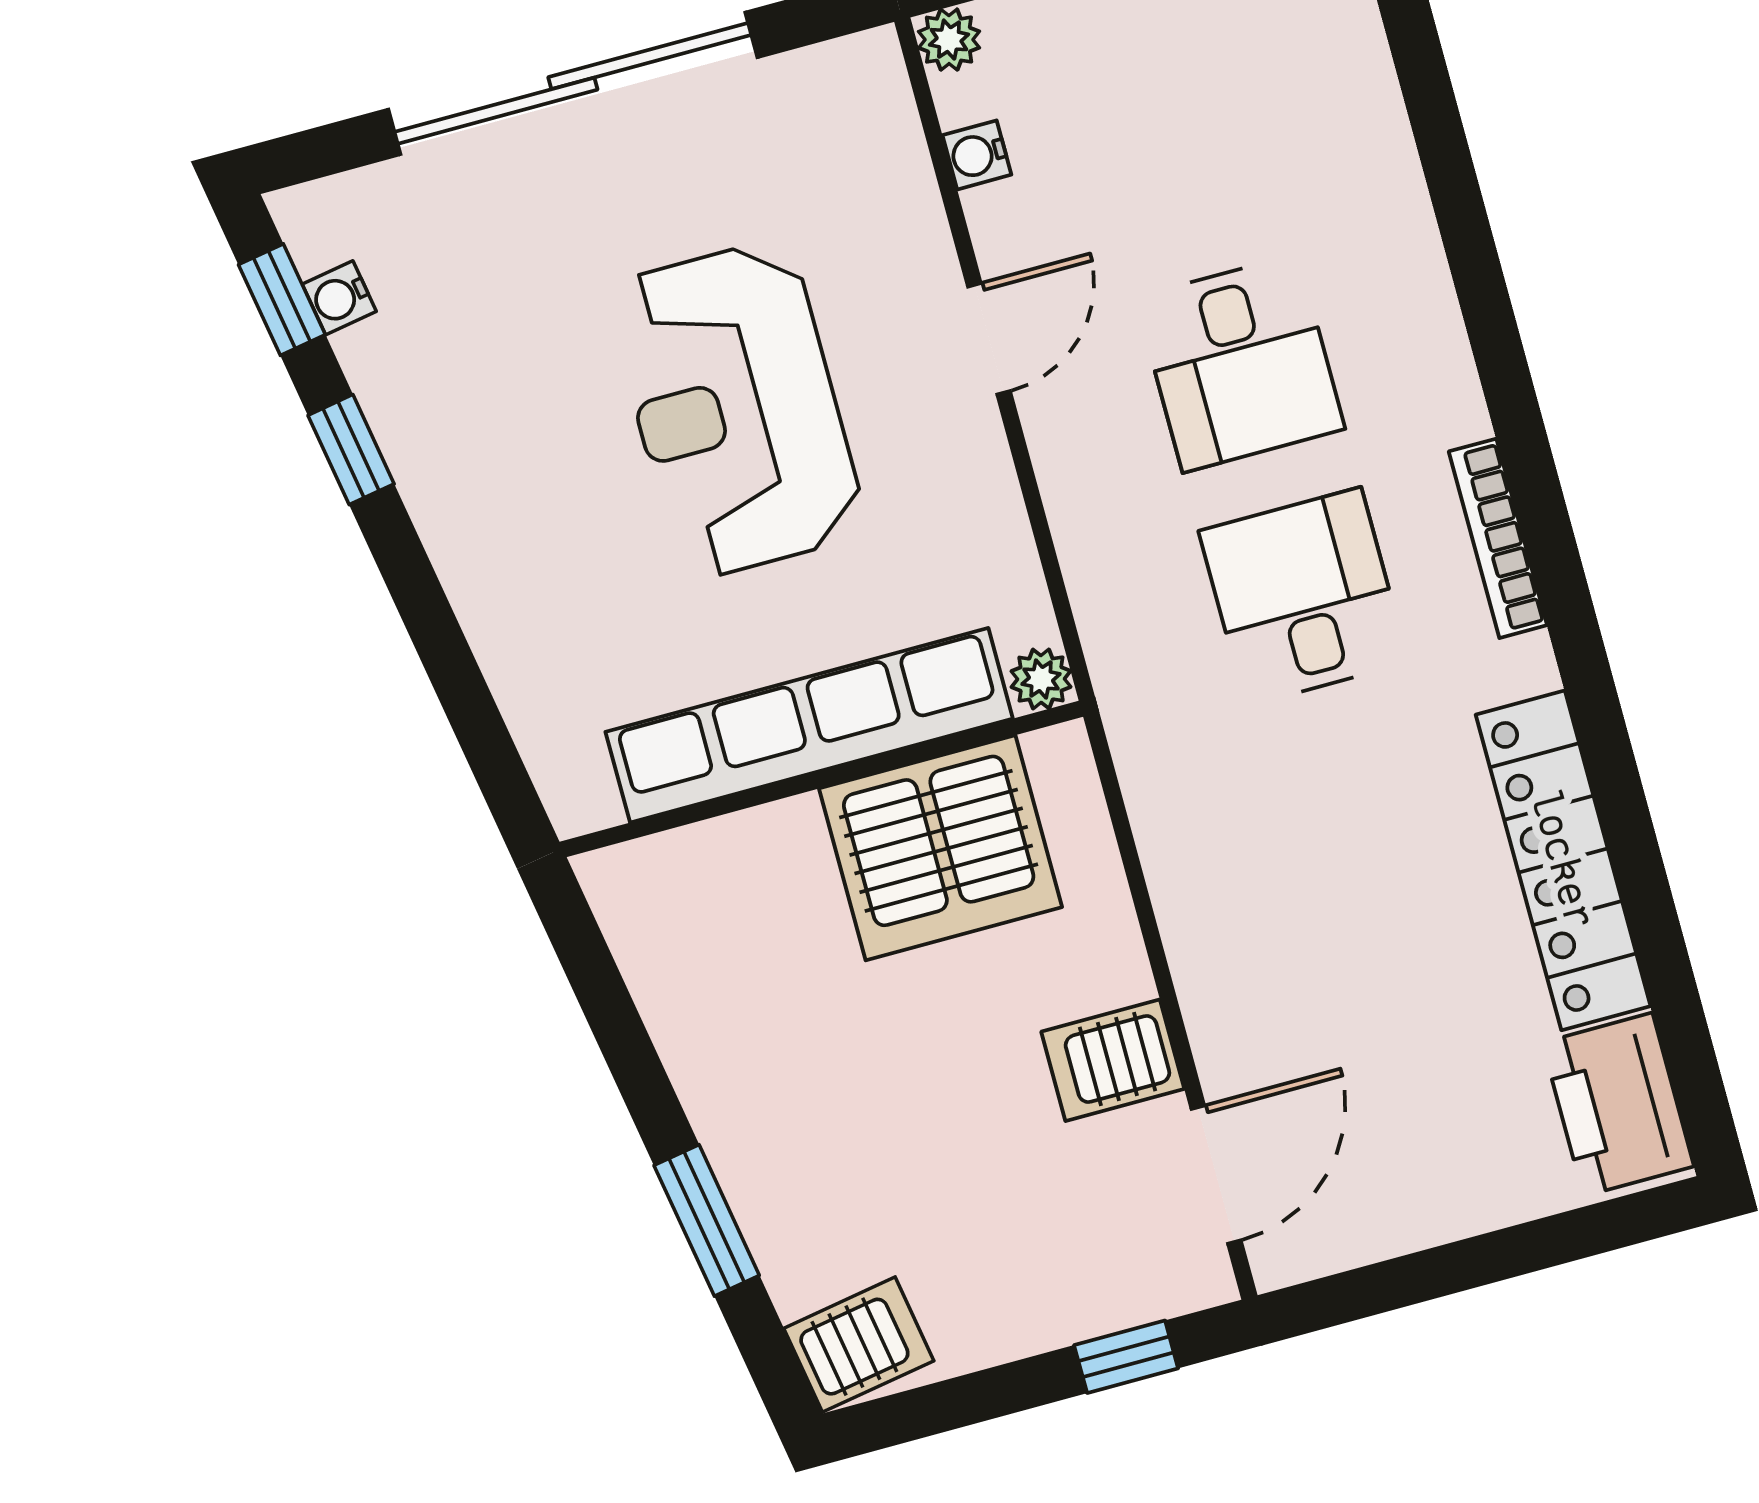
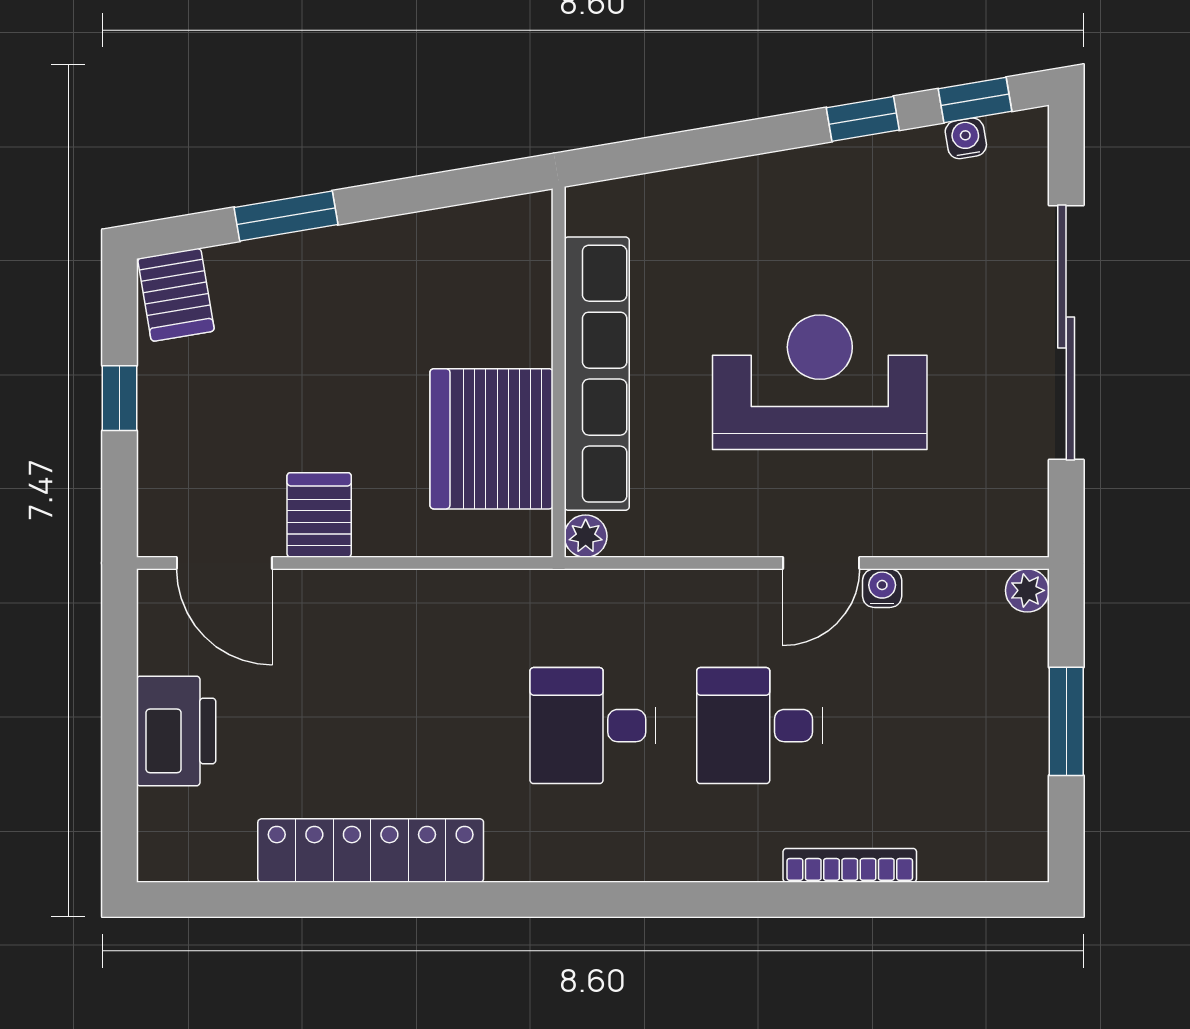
water cooler: (977, 155) -> (882, 588), moved
door: (989, 339) -> (821, 563), hinge flipped
bookcase: (1498, 538) -> (850, 865), moved
desk: (1304, 597) -> (593, 726), turned 180
printer: (1618, 1104) -> (176, 731), moved, turned 90
window: (1126, 1357) -> (120, 398), moved

